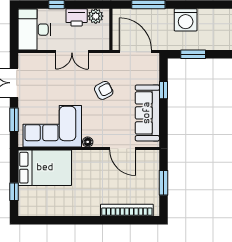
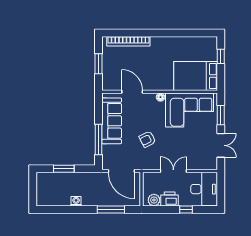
washing machine: (186, 20) -> (76, 201), width x0.53, depth x0.53
window: (193, 54) -> (64, 169), moved
window: (163, 90) -> (99, 139), width x2.17

